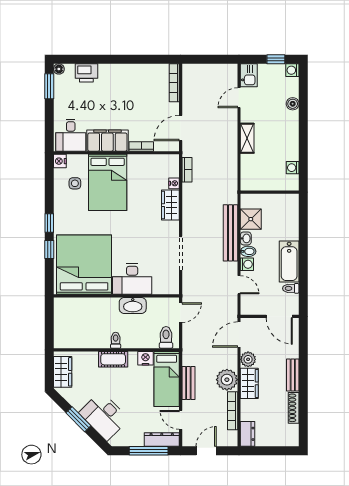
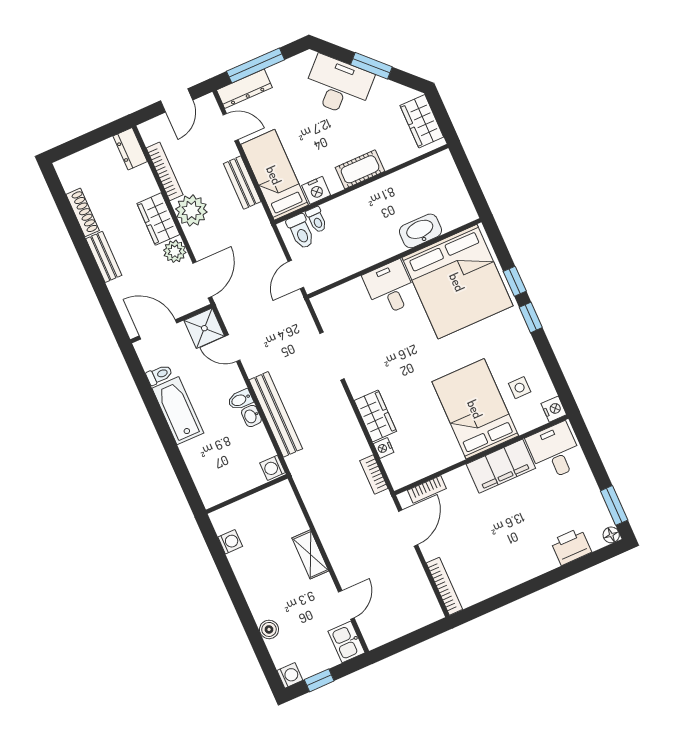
bookcase: (141, 146) -> (427, 489), moved
shower: (251, 219) -> (204, 328), moved
washing machine: (247, 264) -> (273, 468), moved
desk: (132, 279) -> (390, 288), width x0.73
washbasin: (133, 305) -> (420, 231), moved
toilet: (116, 340) -> (317, 220), moved

